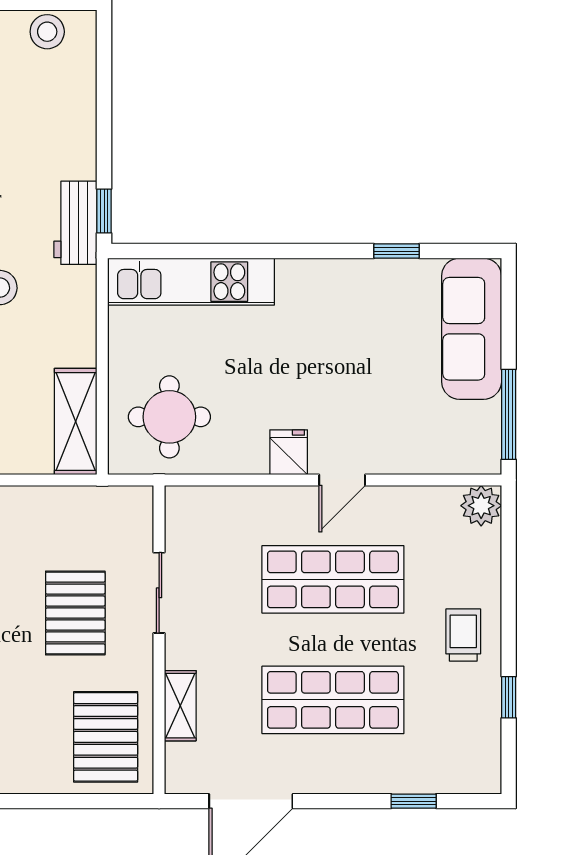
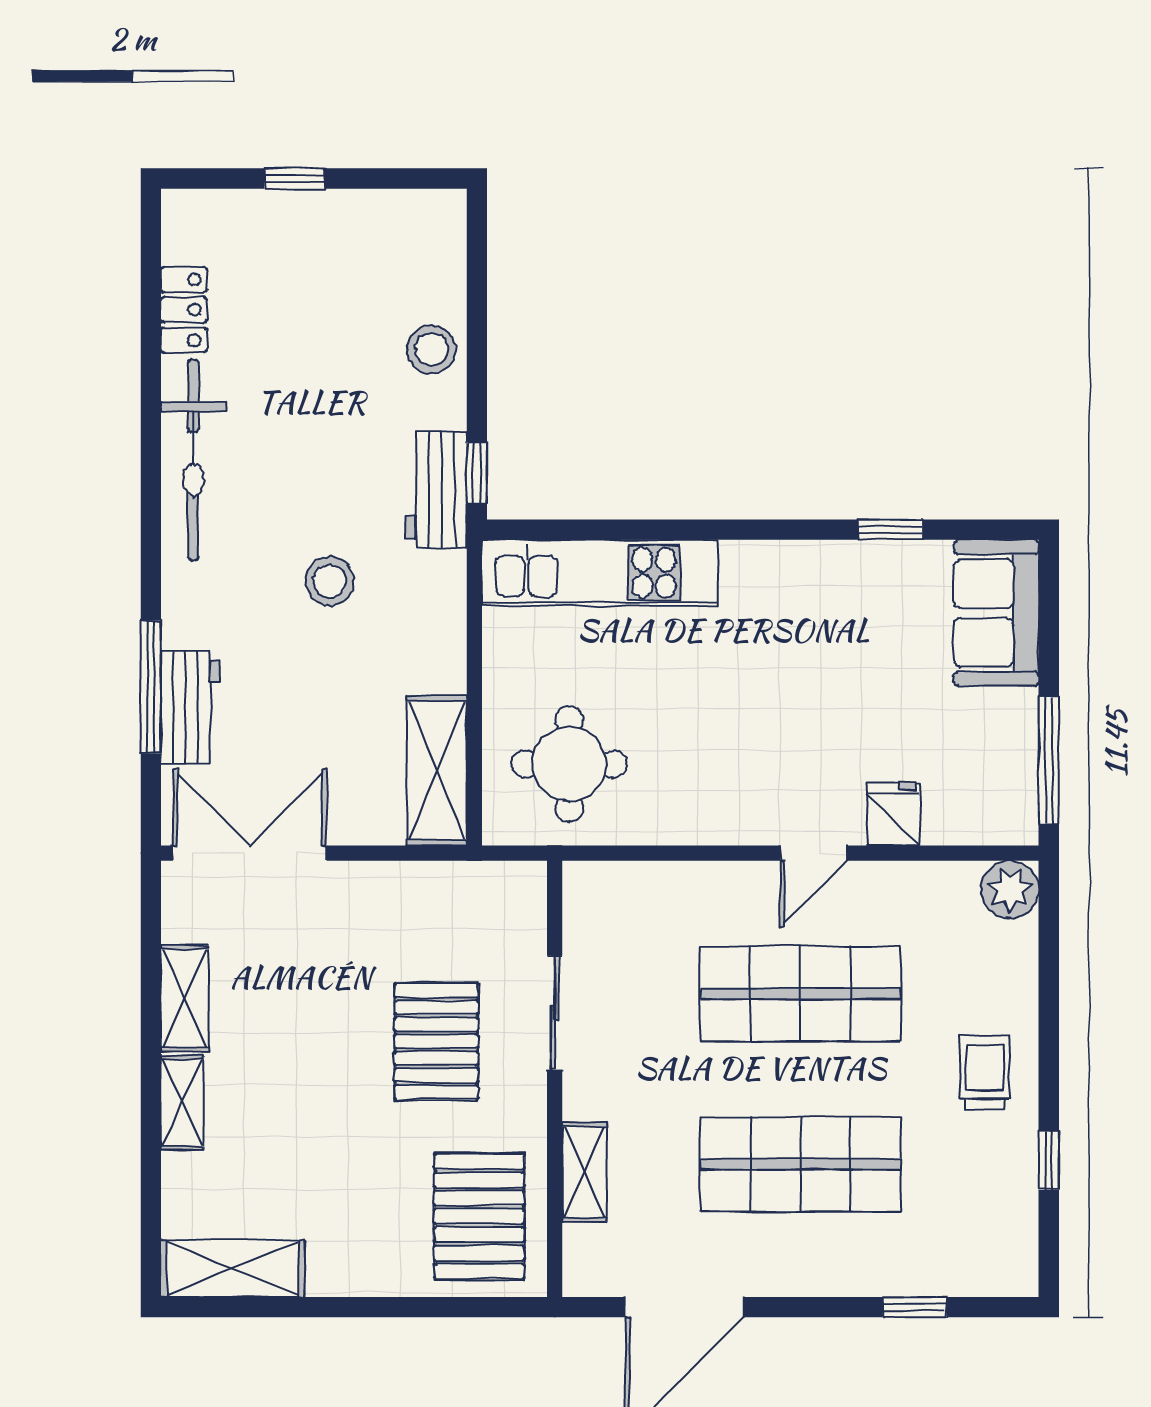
stool: (47, 32) -> (431, 349), moved
sofa: (472, 329) -> (996, 613), width x0.73
fridge: (289, 452) -> (893, 814), moved

